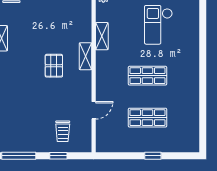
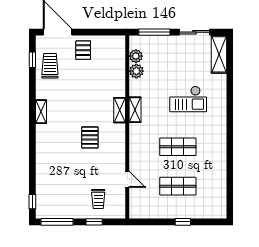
checkout: (158, 25) -> (188, 99), turned -90
shelving: (85, 56) -> (120, 110), moved
door: (94, 110) -> (127, 179), hinge flipped

